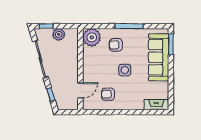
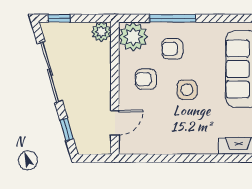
window: (129, 26) -> (173, 18), moved
plant: (59, 34) -> (101, 32), moved
armchair: (108, 94) -> (146, 79), moved

